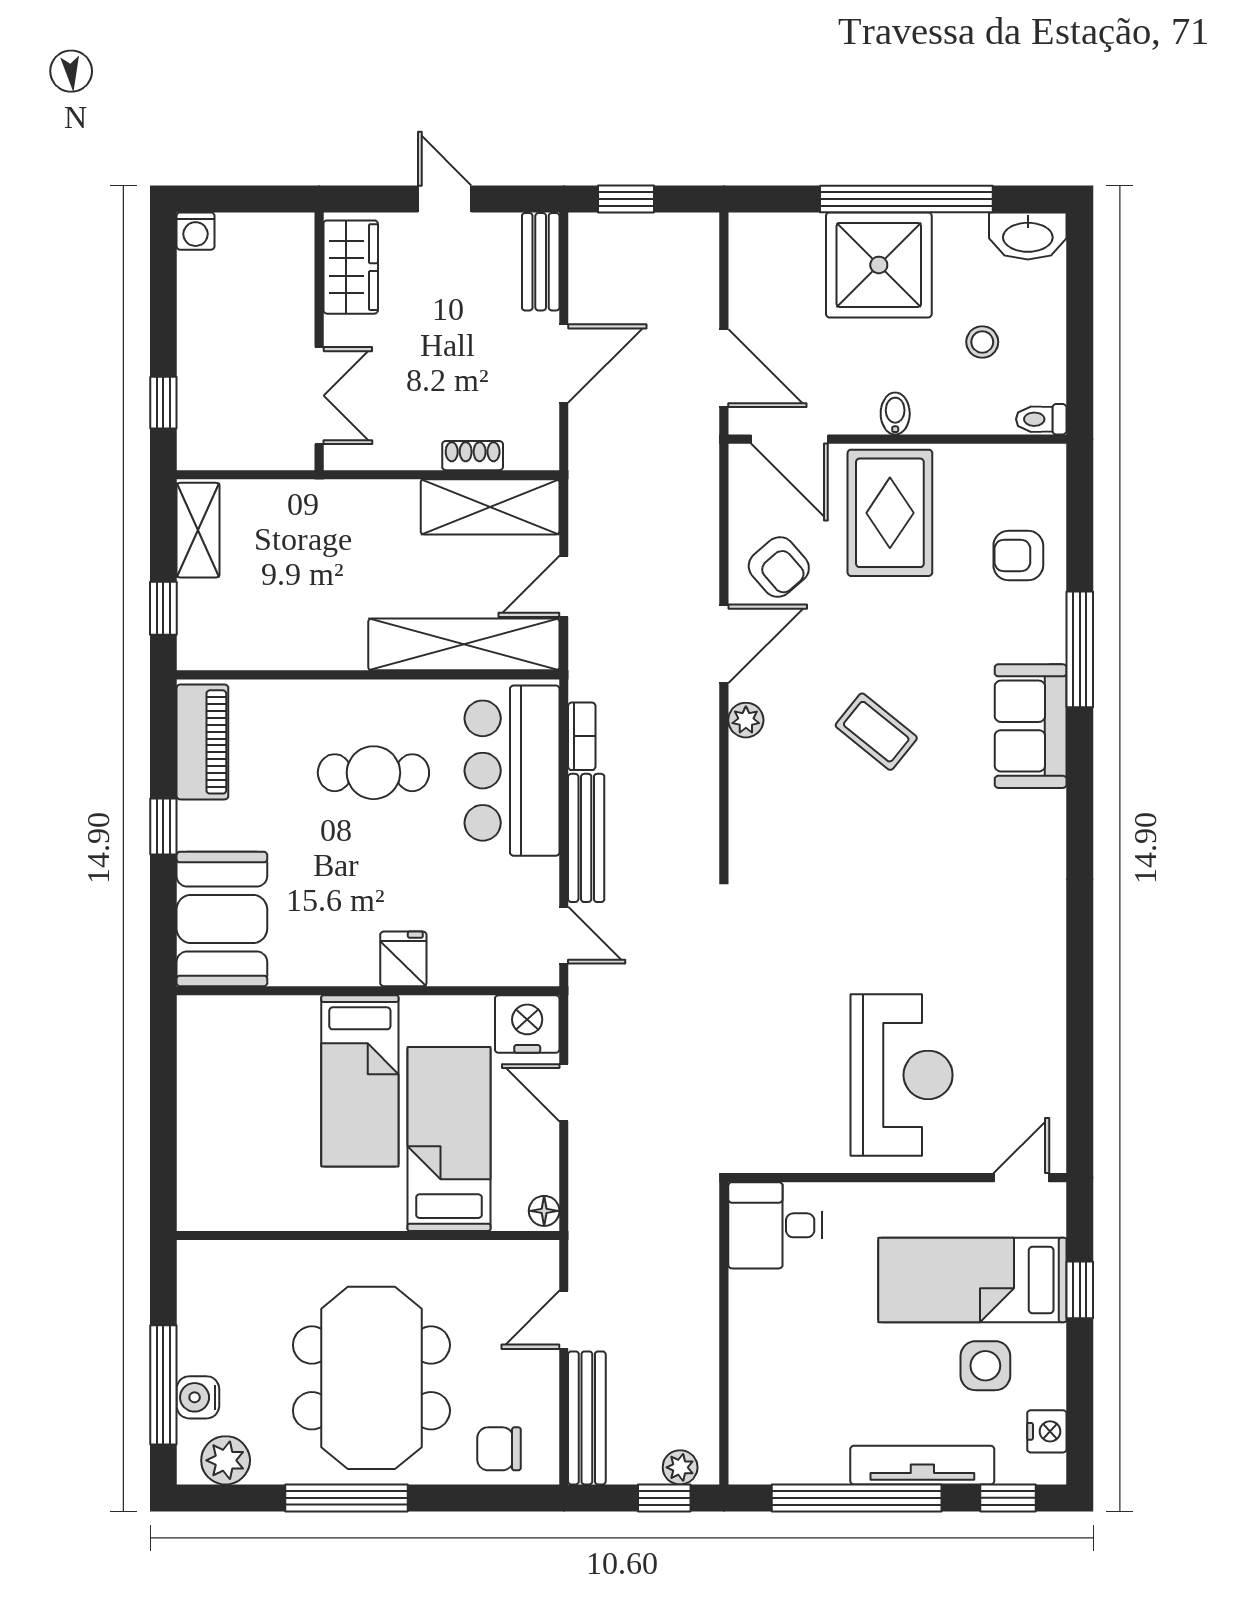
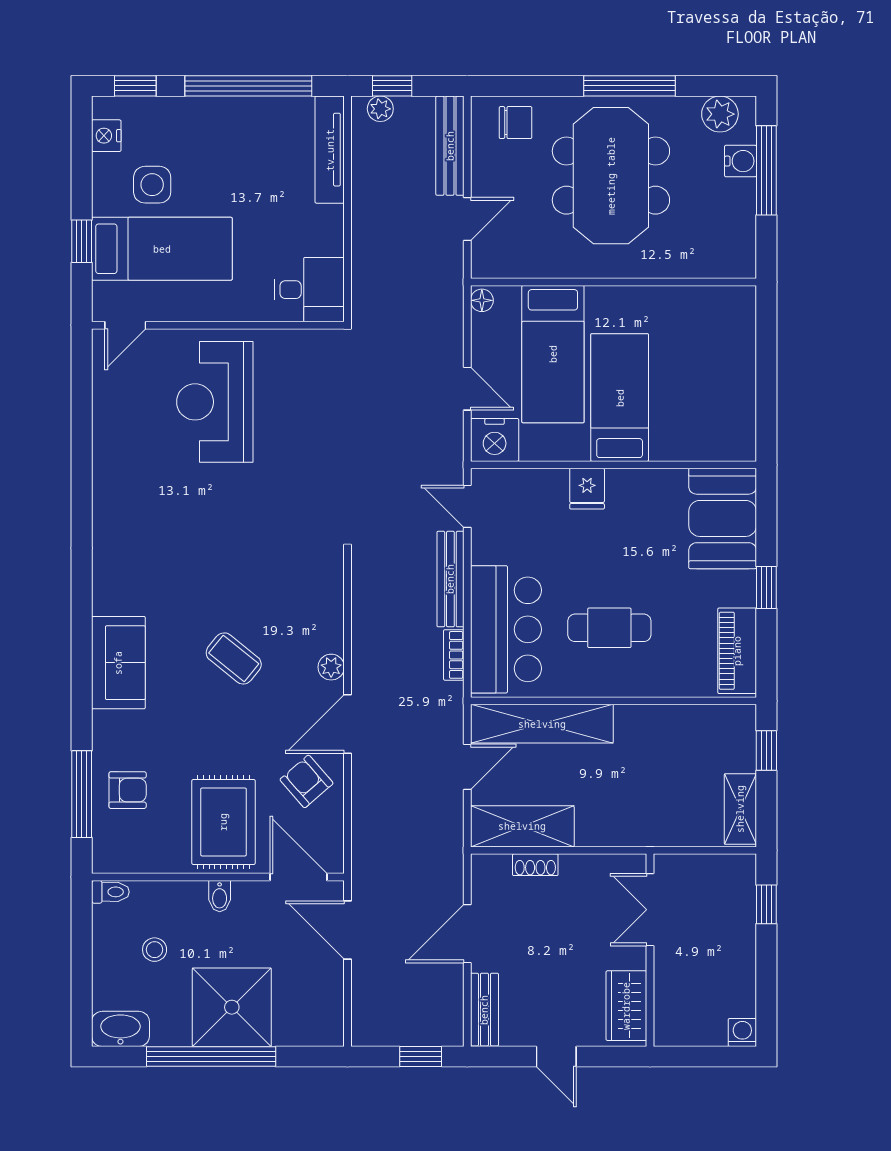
window: (1080, 649) -> (82, 794), moved
tv unit: (922, 1465) -> (330, 150), moved, turned 90

